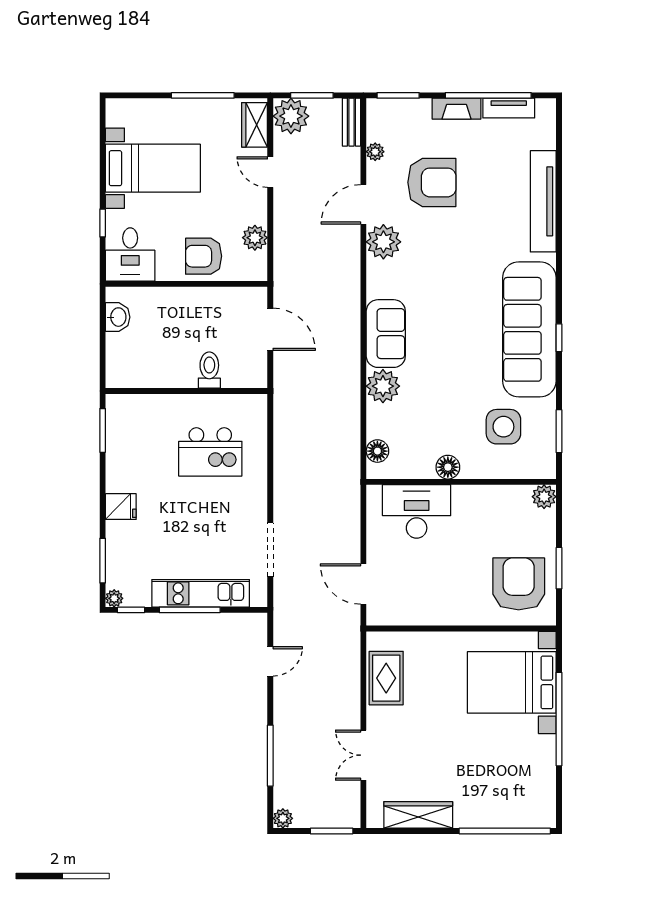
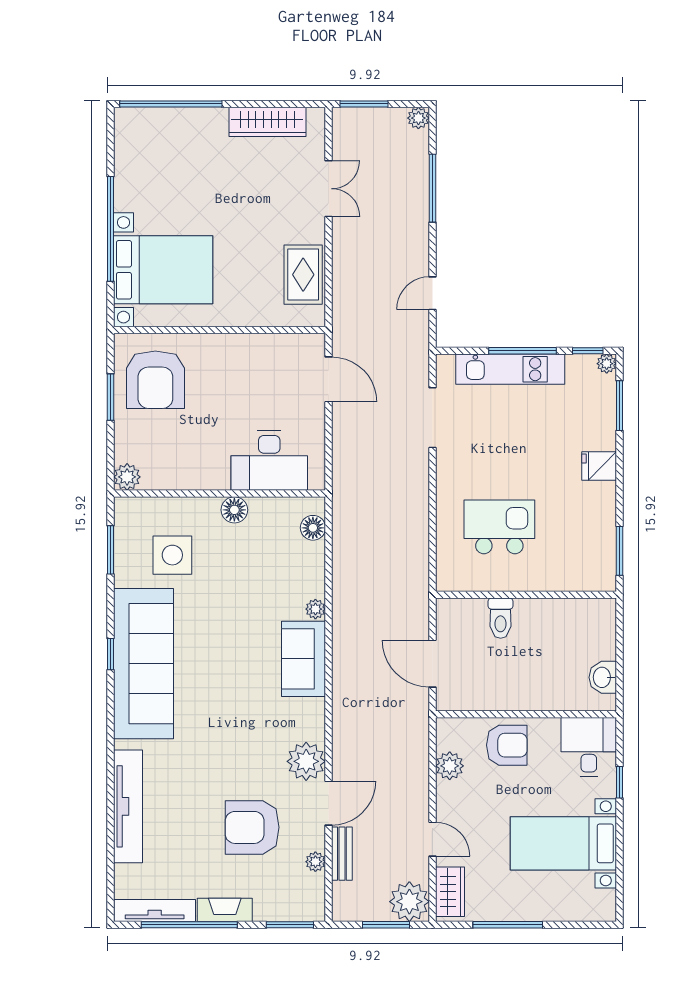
tv unit: (509, 108) -> (155, 910), width x1.41
bench: (351, 122) -> (342, 854), moved
plant: (383, 386) -> (315, 609), width x0.53, depth x0.53

